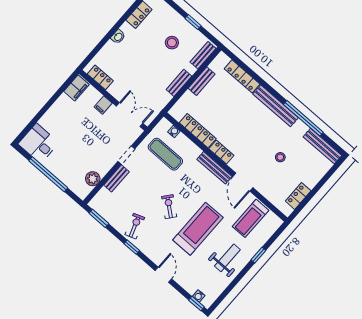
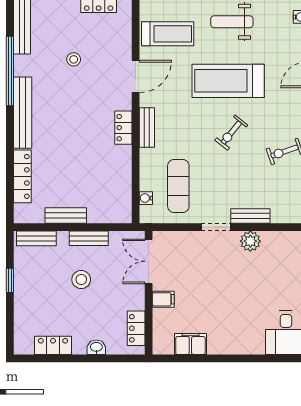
stool: (172, 43) -> (81, 280), moved
locker: (100, 77) -> (136, 328), moved
wall: (113, 100) -> (149, 293), moved
filing cabinet: (103, 105) -> (163, 299), moved
double door: (130, 115) -> (149, 261), moved
locker: (198, 131) -> (123, 173), removed
bench: (214, 168) -> (147, 127), width x0.73
plant: (93, 179) -> (250, 241), moved

